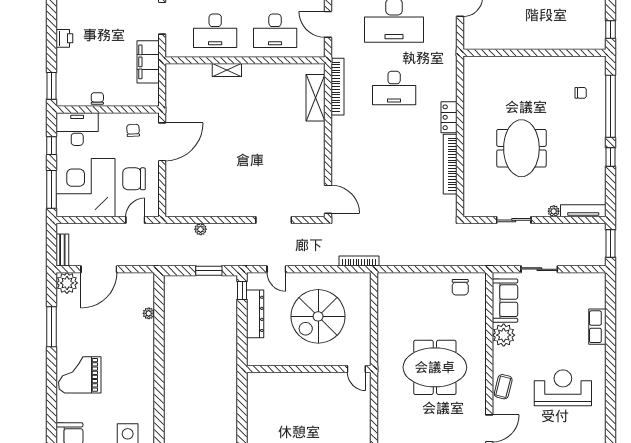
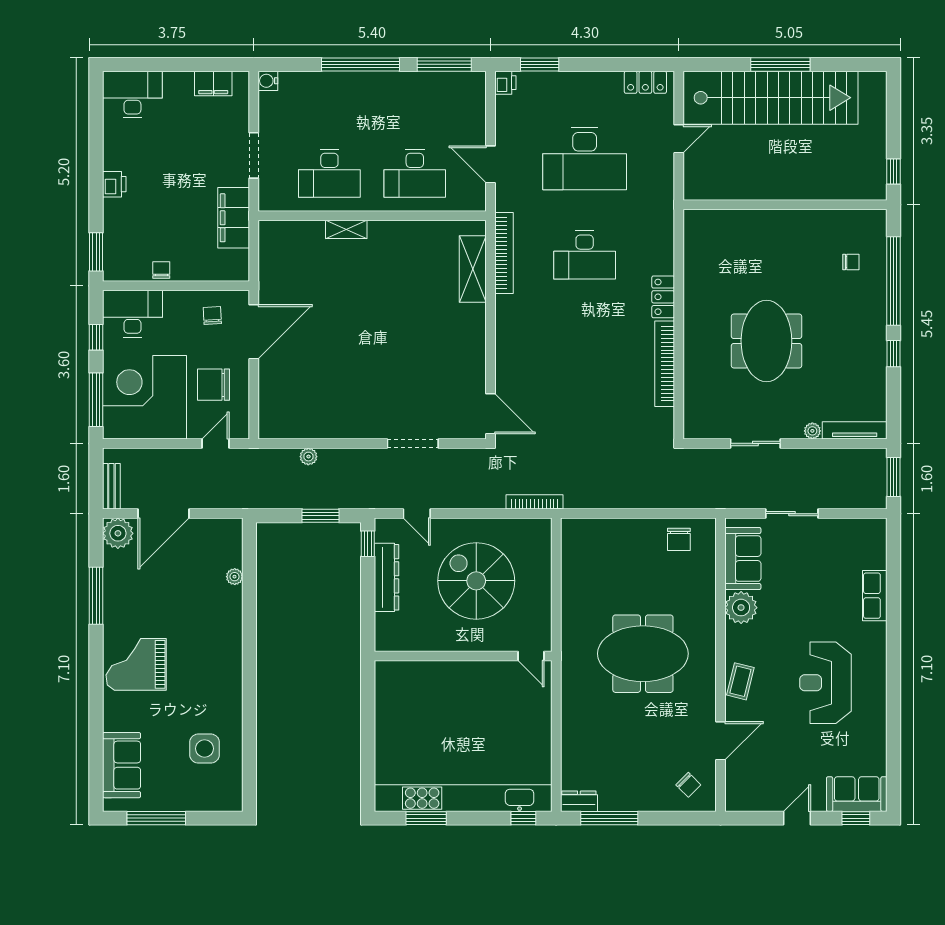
spiral stairs: (318, 316) -> (476, 581), turned 90
reception desk: (563, 388) -> (826, 683), turned -90

